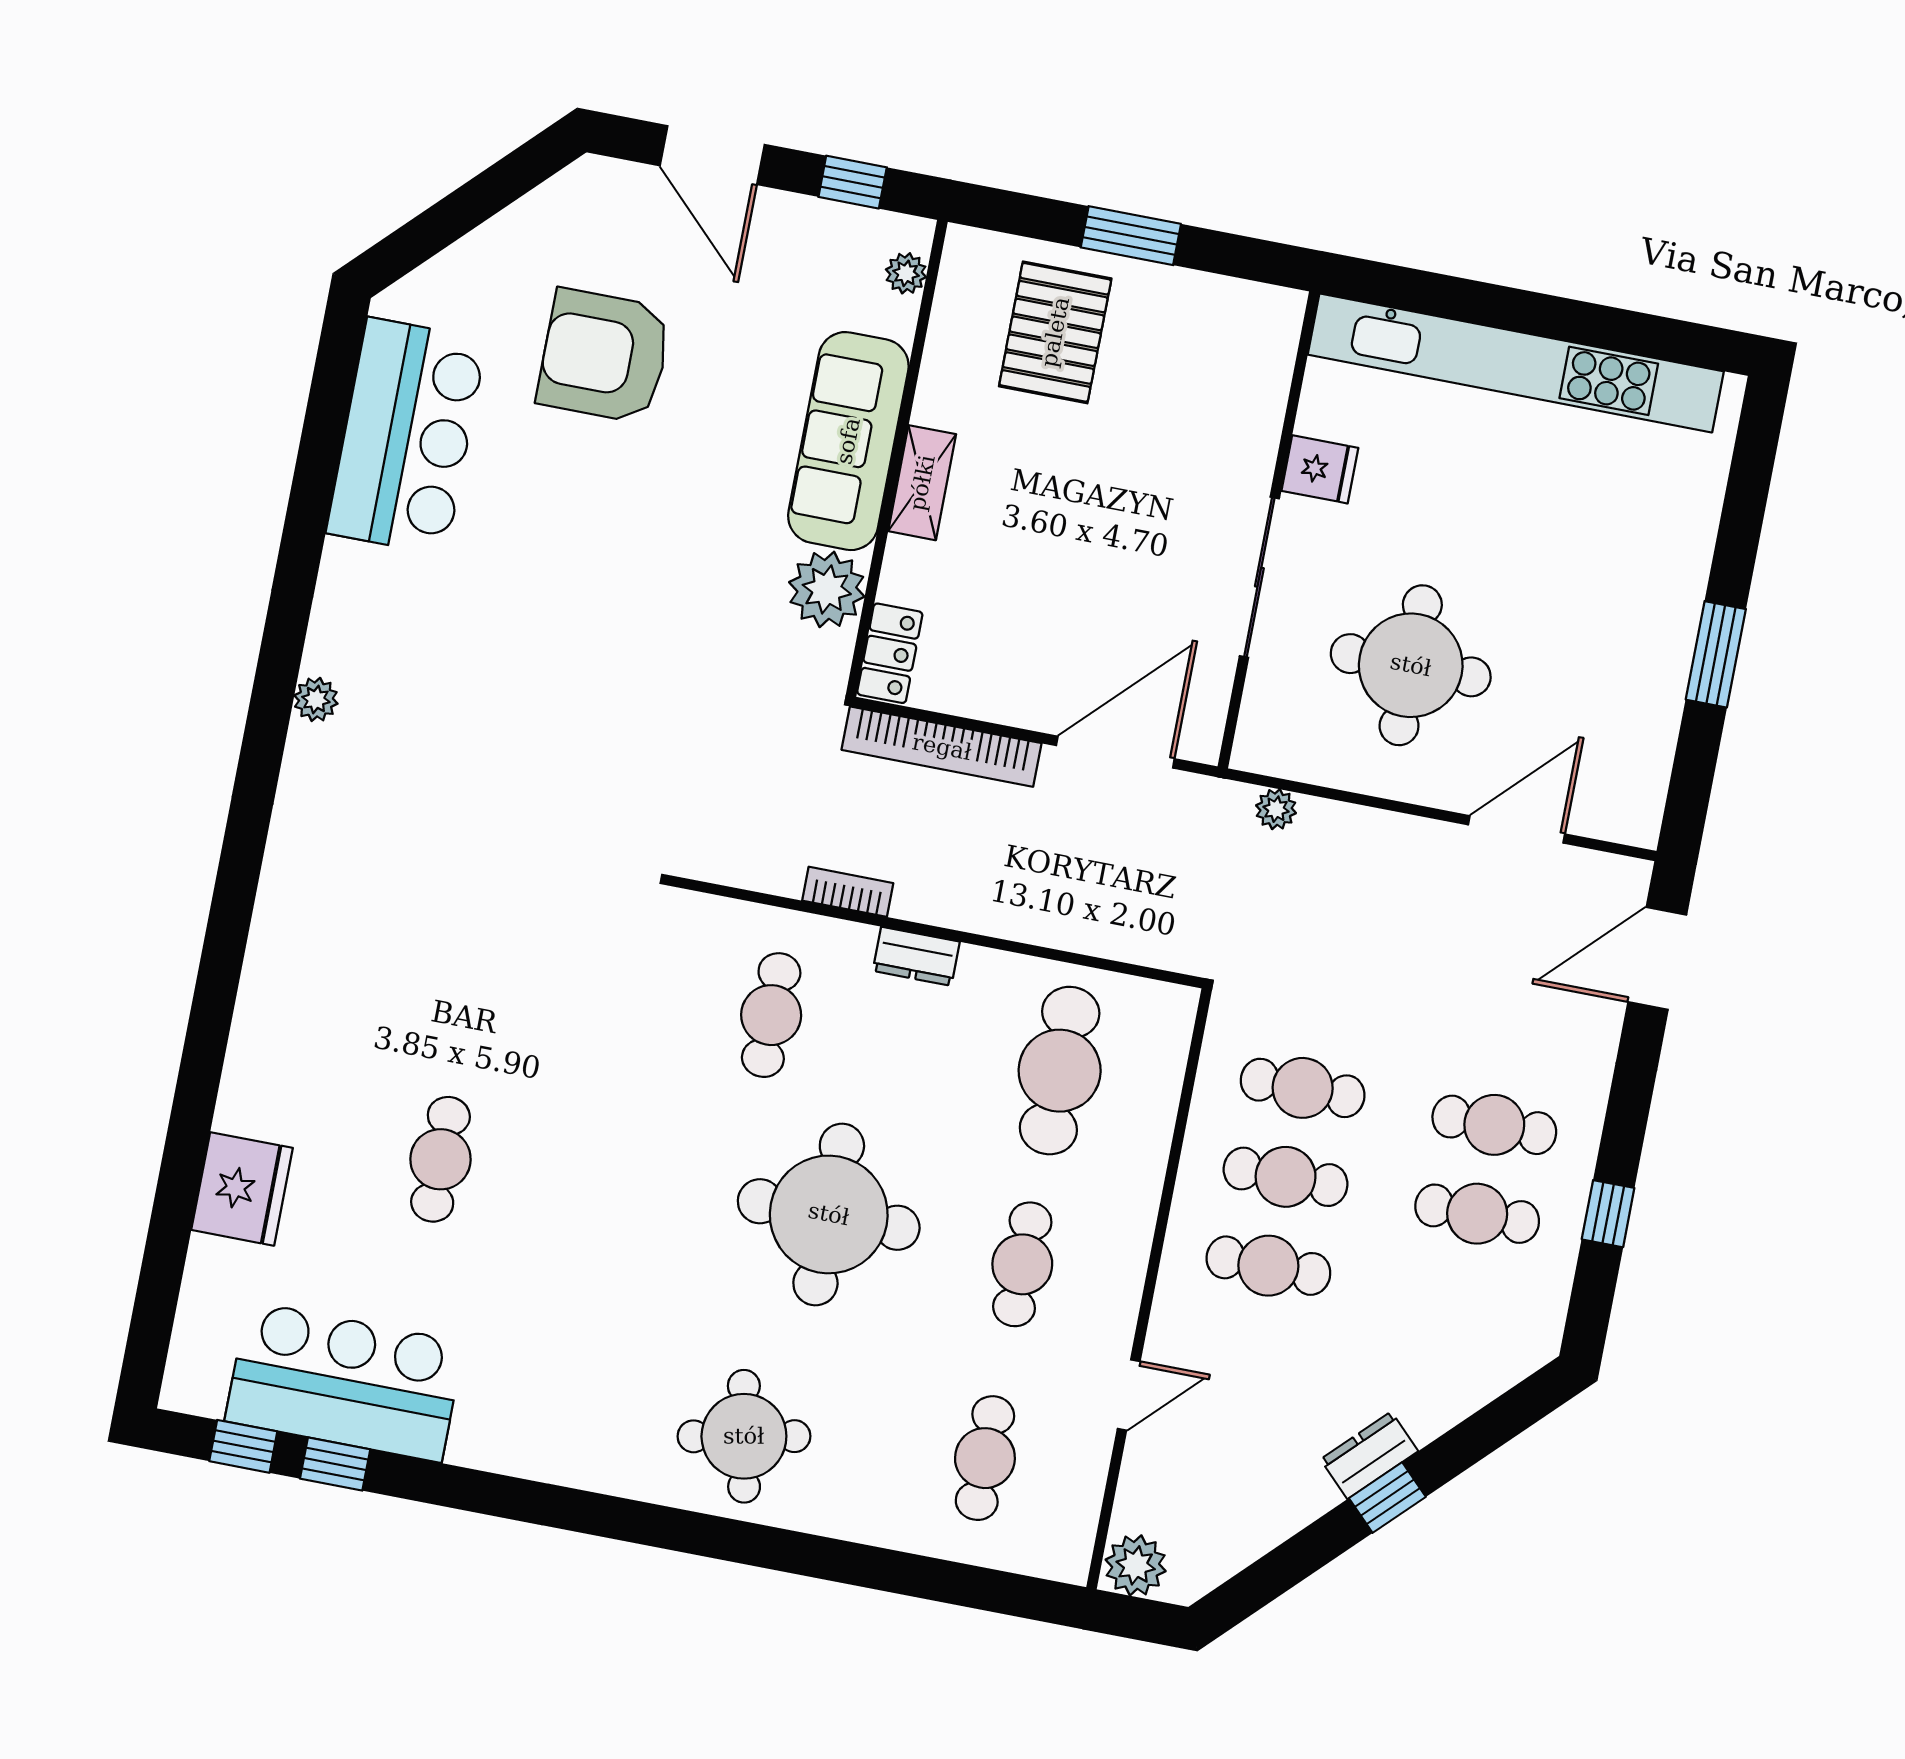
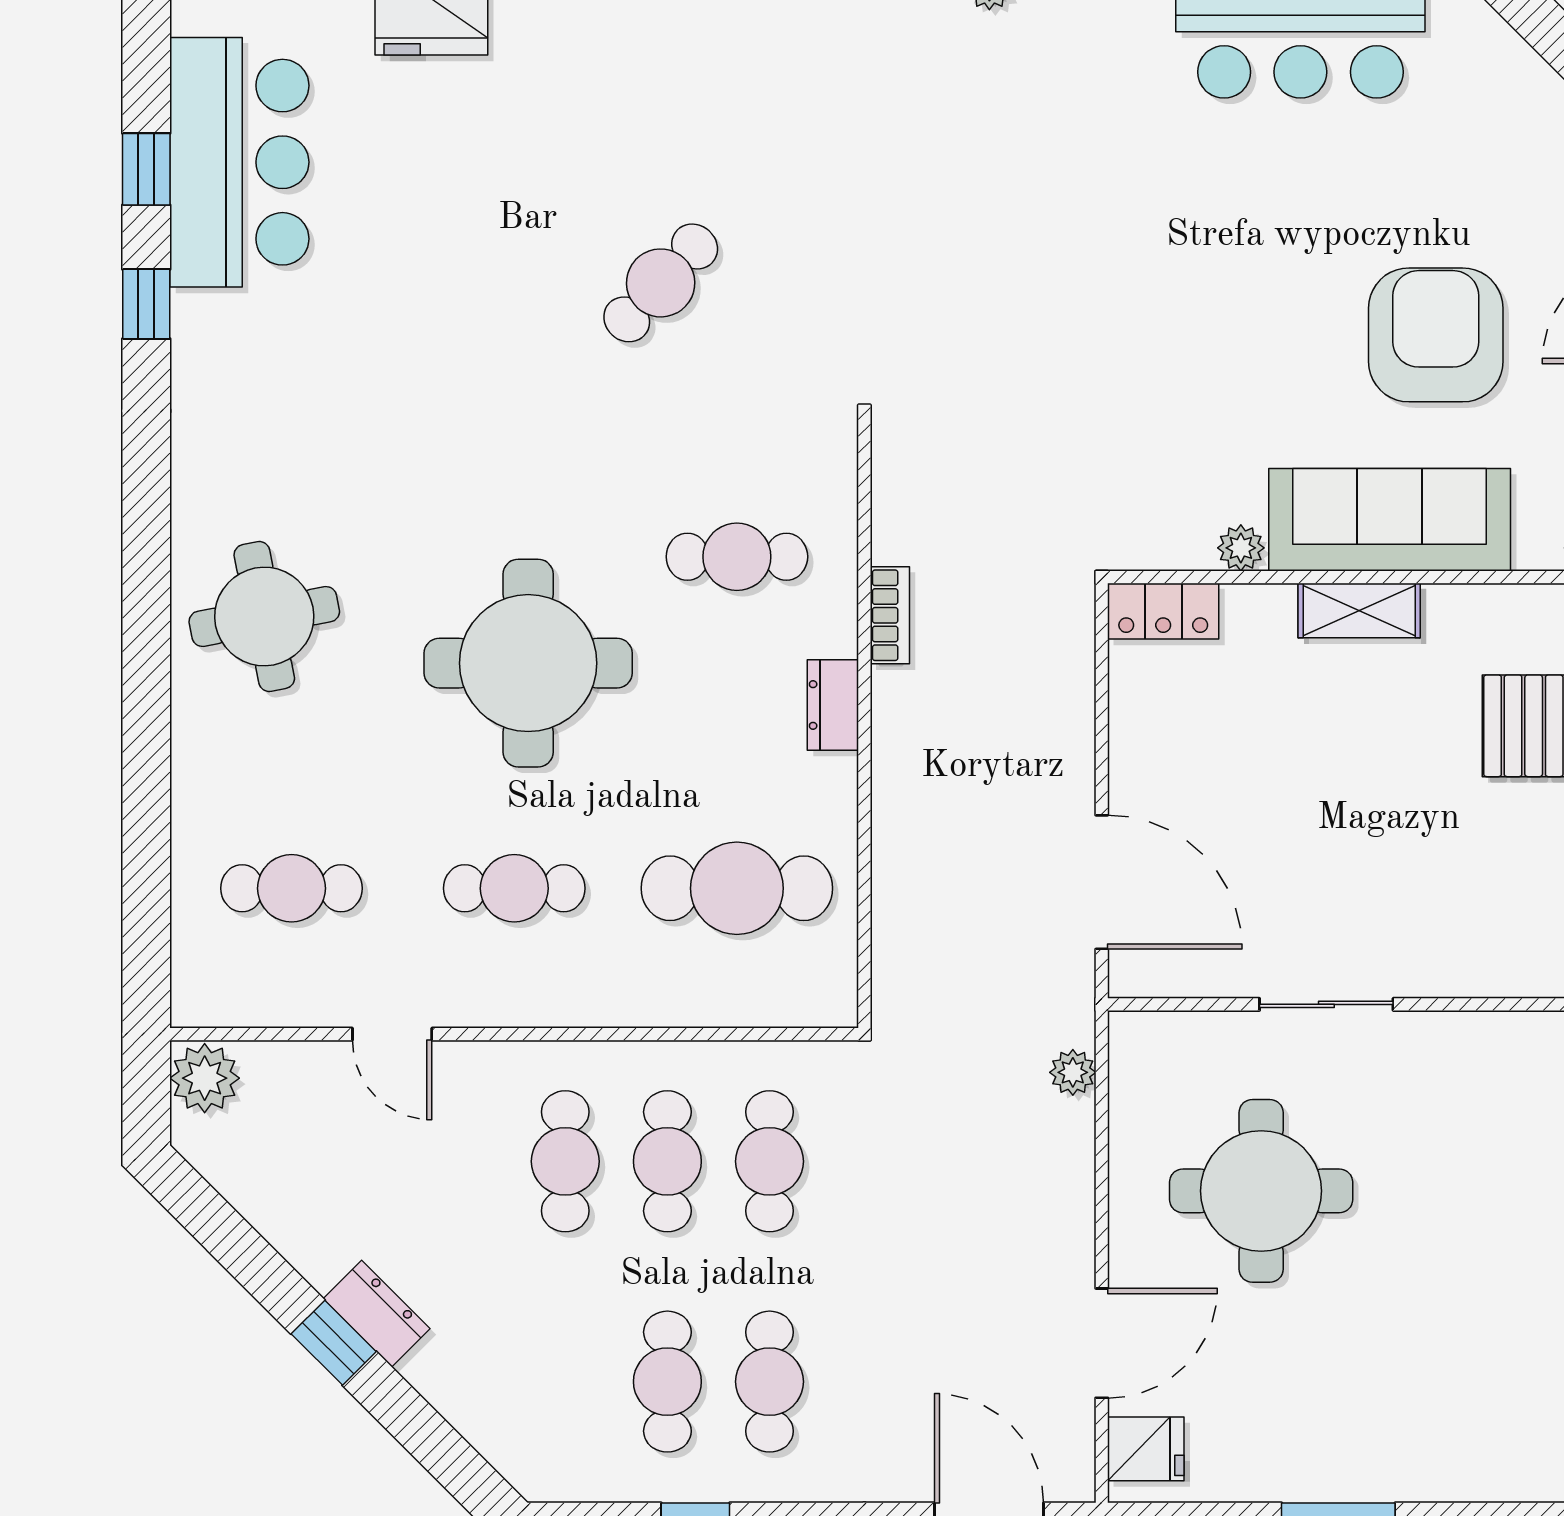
armchair: (604, 356) -> (1436, 335), moved
fridge: (1320, 469) -> (1146, 1449), moved, turned -90
sliding door: (1259, 577) -> (1326, 1004), width x0.73
plant: (827, 589) -> (1241, 548), width x0.53, depth x0.53
bookcase: (942, 747) -> (1071, 688), removed
door: (1517, 829) -> (1102, 1343), hinge flipped
cafe table: (441, 1159) -> (661, 283), moved, turned -47
window: (243, 1446) -> (146, 304), moved

